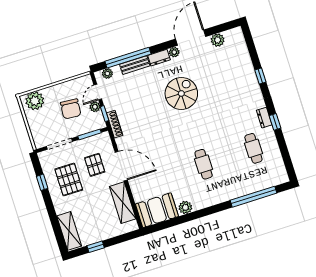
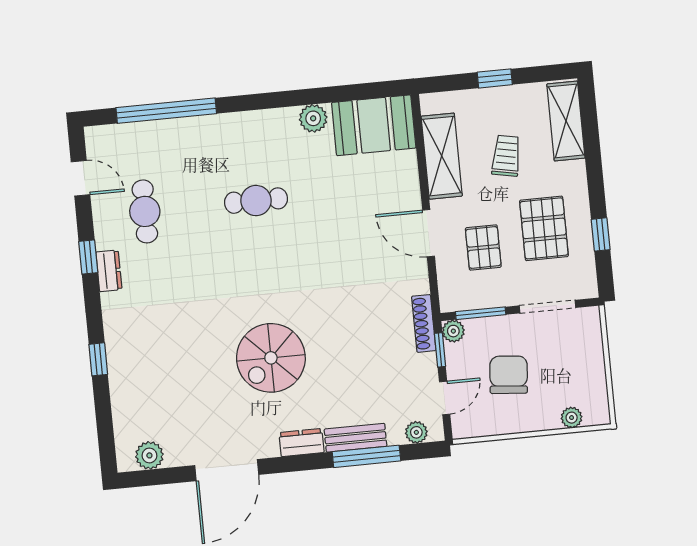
plant: (218, 40) -> (149, 455), moved
plant: (174, 52) -> (267, 447), removed
window: (128, 58) -> (366, 456), width x0.68
plant: (35, 101) -> (572, 418), width x0.53, depth x0.53
plant: (95, 107) -> (453, 331), moved
door: (286, 157) -> (80, 178), added
cafe table: (204, 164) -> (256, 201), turned 90
door: (121, 166) -> (429, 233), width x0.73
trolley: (93, 209) -> (506, 156), added
window: (96, 247) -> (495, 78), moved

